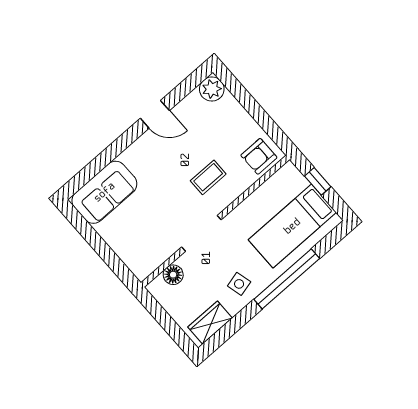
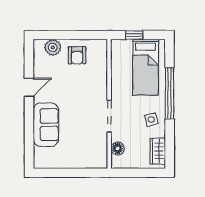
plant: (212, 89) -> (53, 47), moved
armchair: (259, 156) -> (77, 55), moved
coffee table: (208, 177) -> (84, 88), removed
sofa: (104, 192) -> (46, 125), moved

